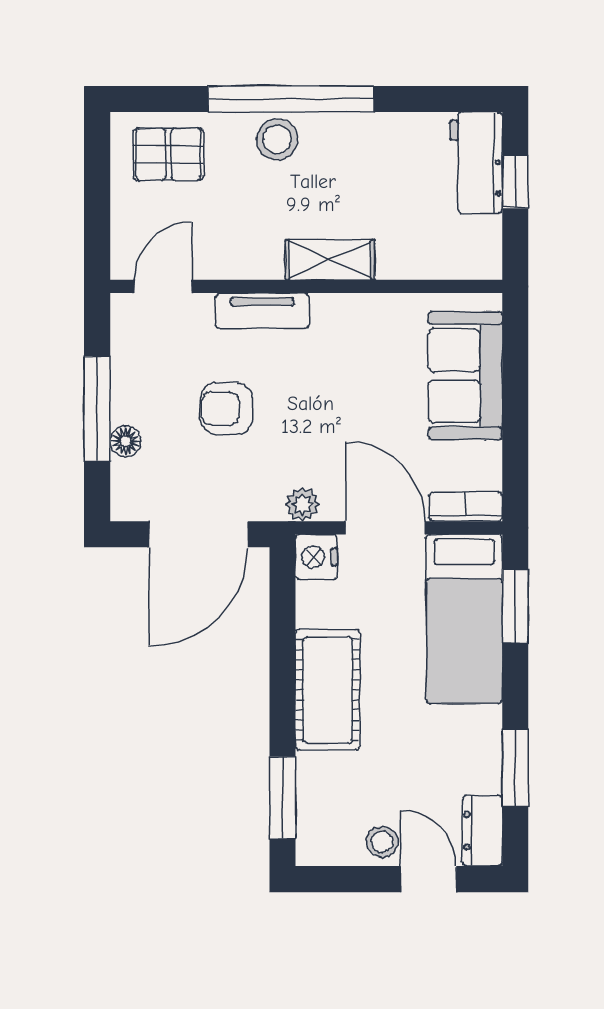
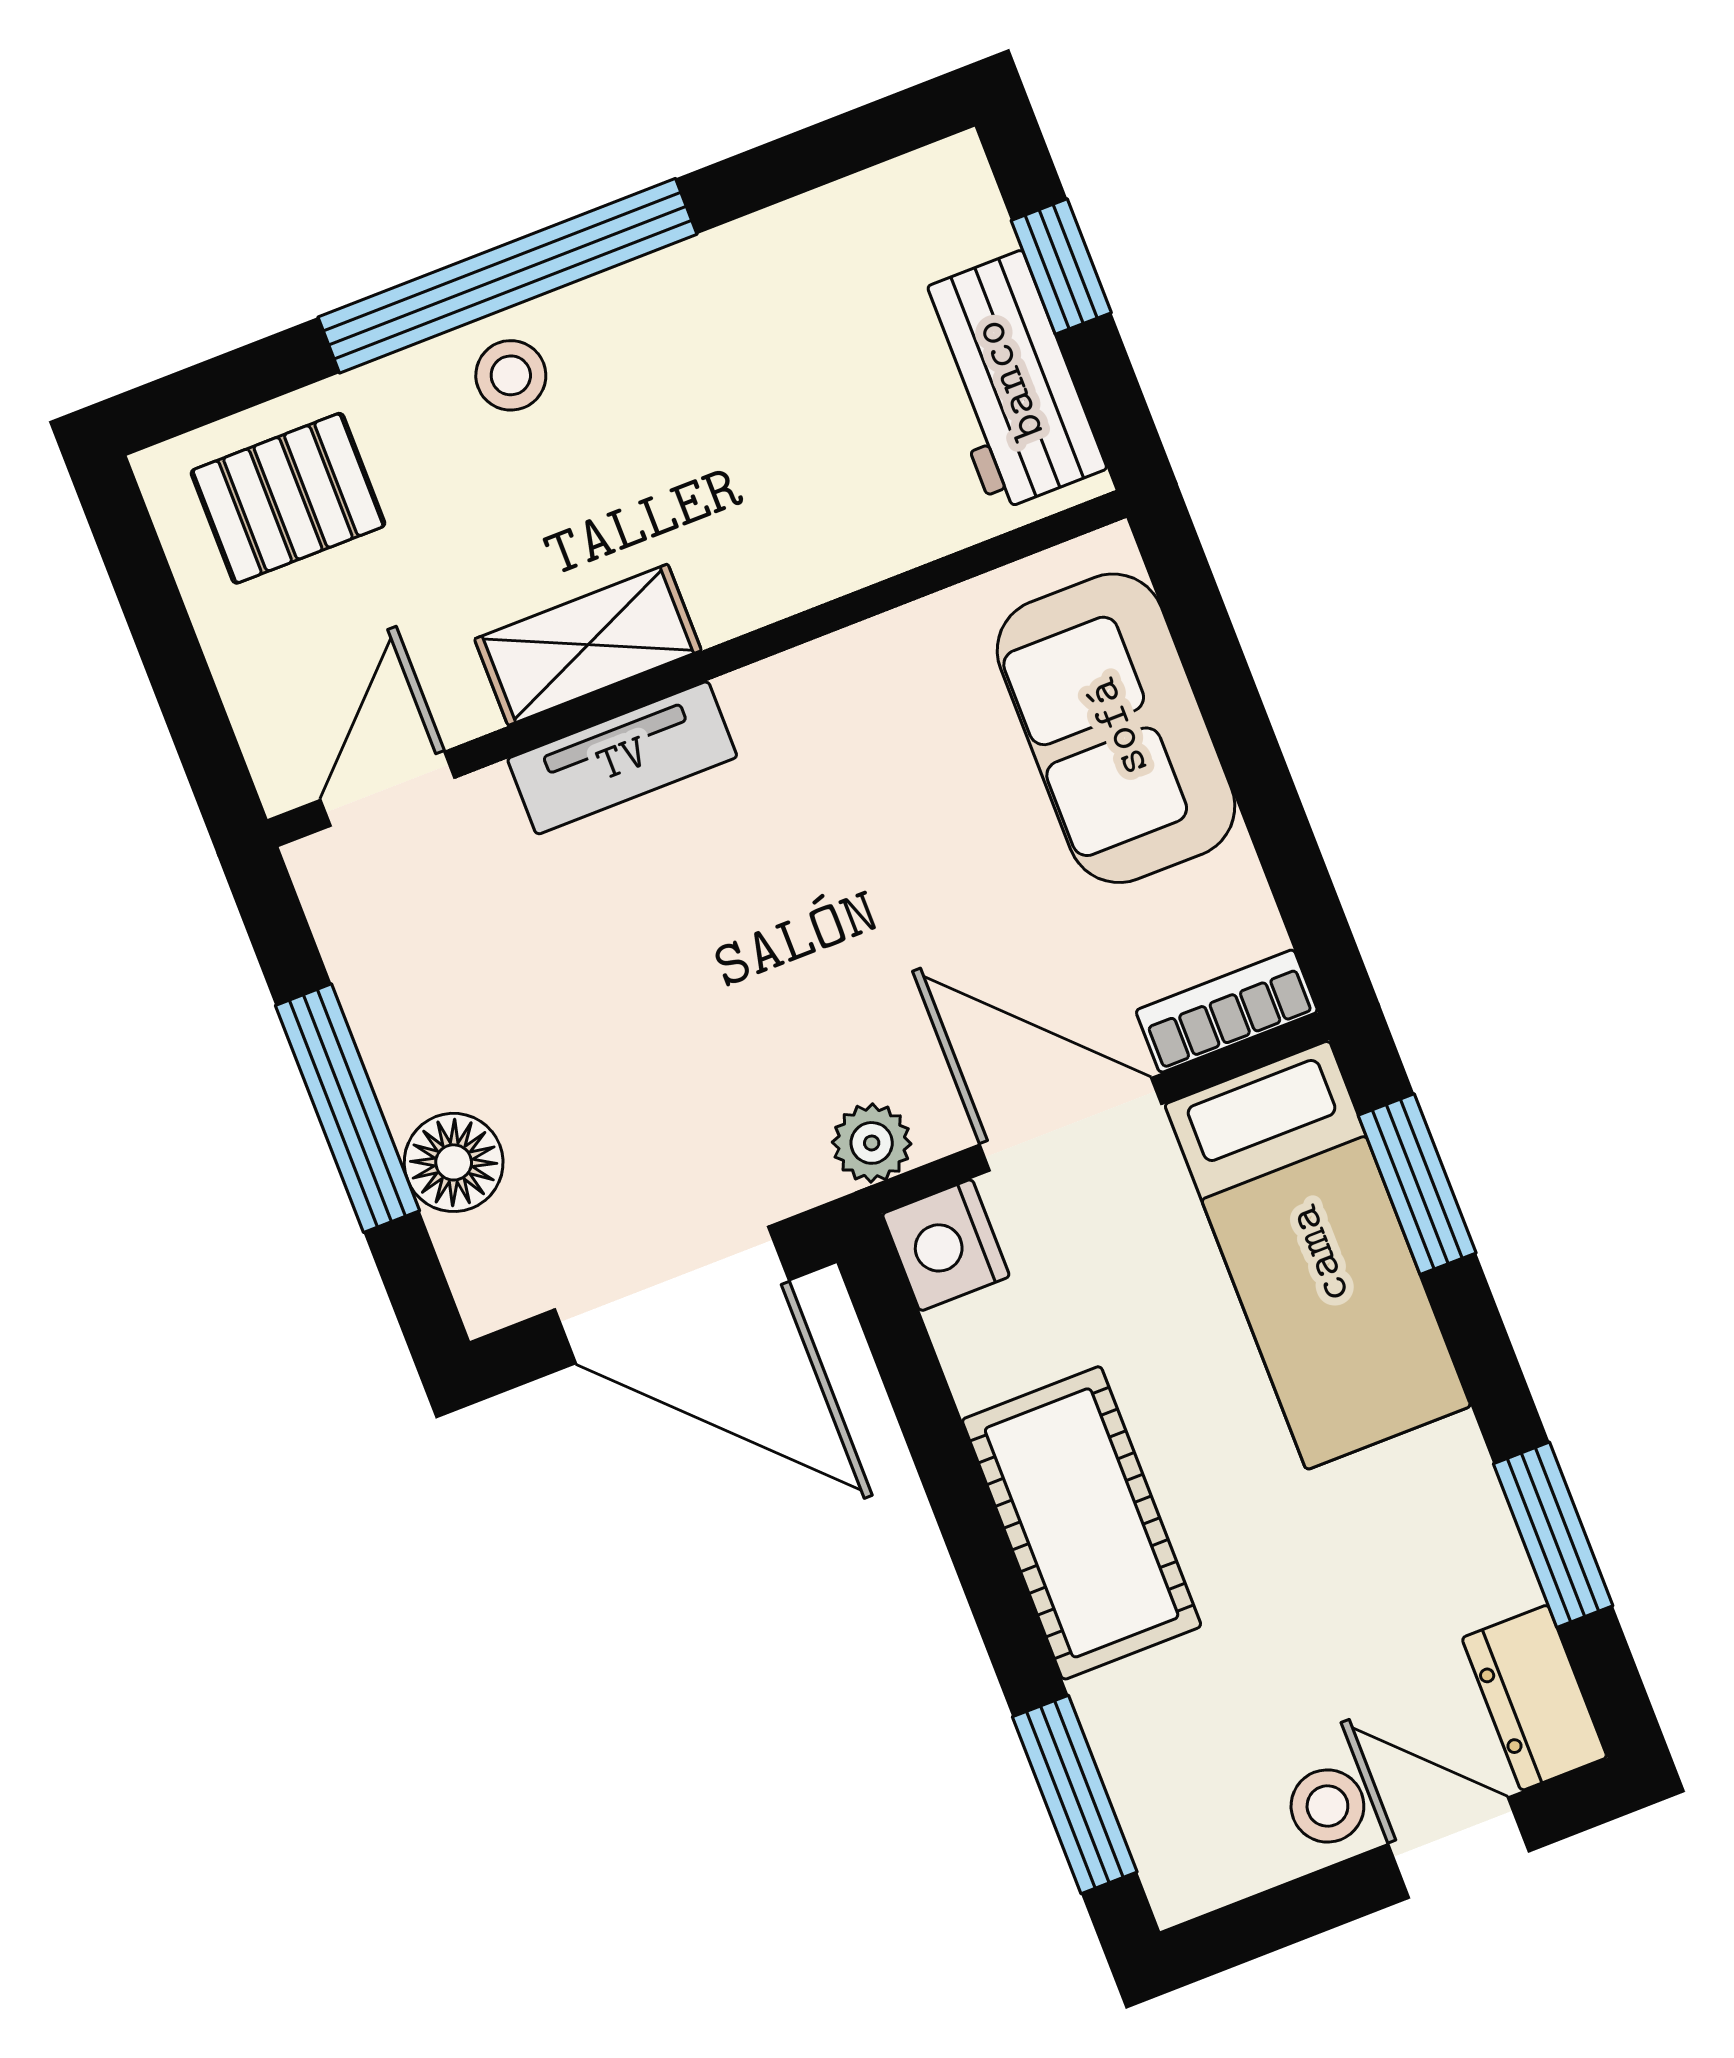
stool: (277, 140) -> (511, 375), width x0.73, depth x0.73
workbench: (476, 163) -> (1008, 381), moved
shelving: (330, 260) -> (588, 645), moved
armchair: (227, 408) -> (627, 999), removed
floor lamp: (126, 441) -> (454, 1162), width x1.37, depth x1.37
door: (198, 534) -> (672, 1295), hinge flipped

